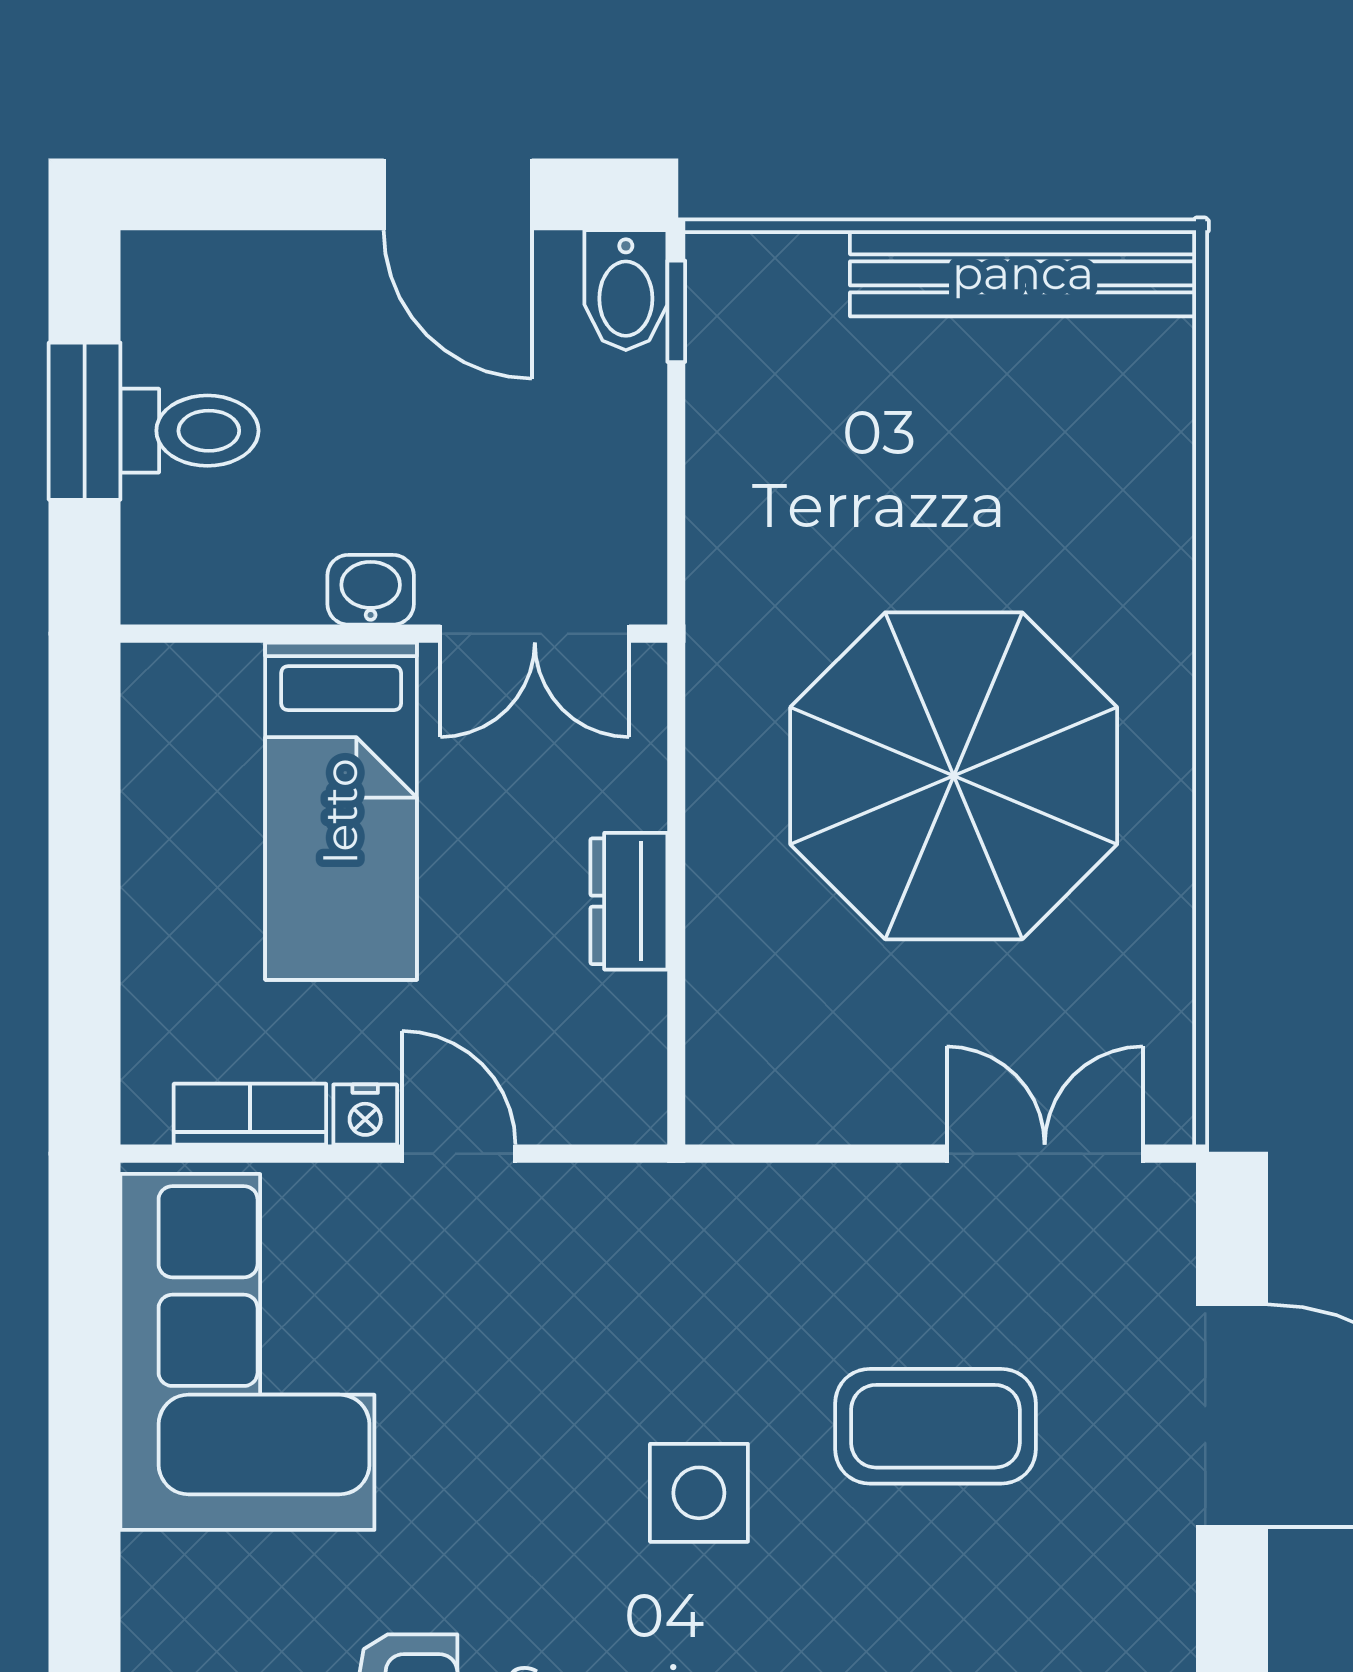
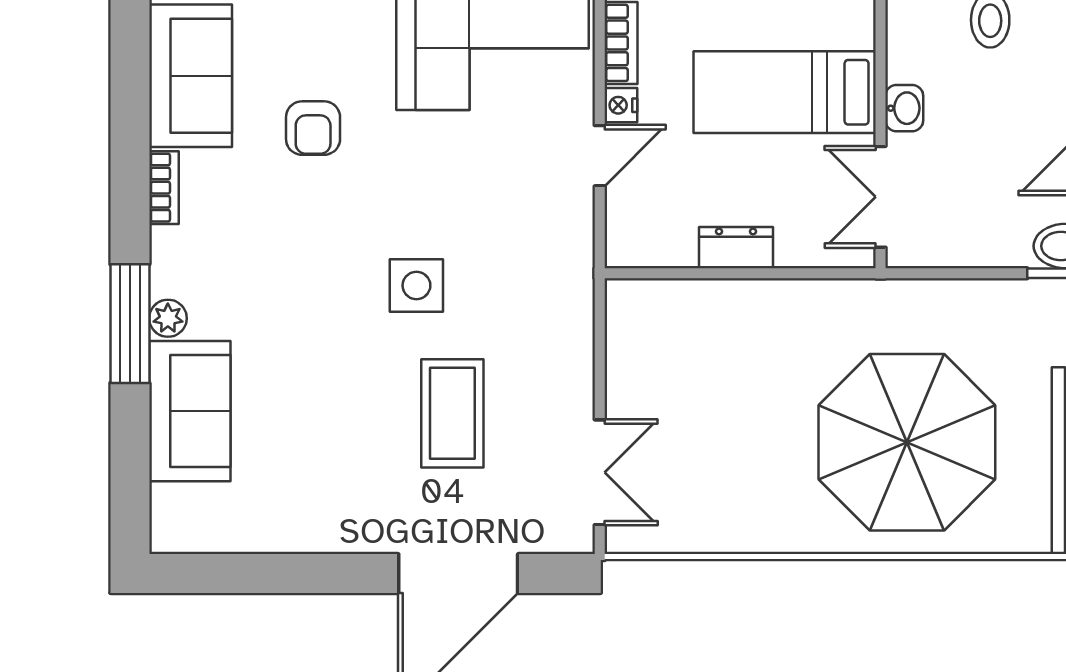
parasol: (954, 776) -> (907, 442), moved

